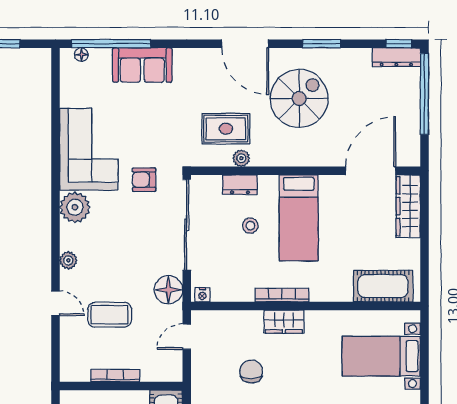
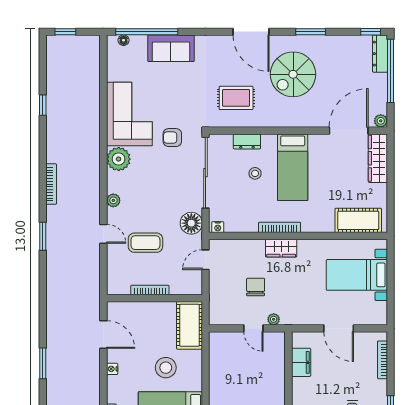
dresser: (396, 57) -> (380, 54), moved, turned 90
spiral stairs: (299, 98) -> (293, 74), turned 180
plant: (241, 158) -> (381, 121), moved

